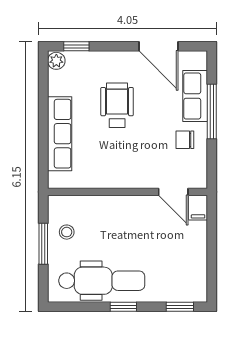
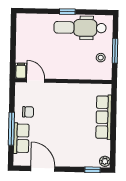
wheelchair: (117, 105) -> (69, 134), removed
window: (180, 307) -> (33, 11), removed

